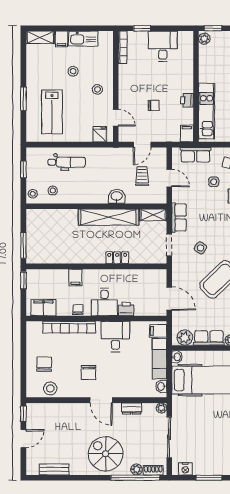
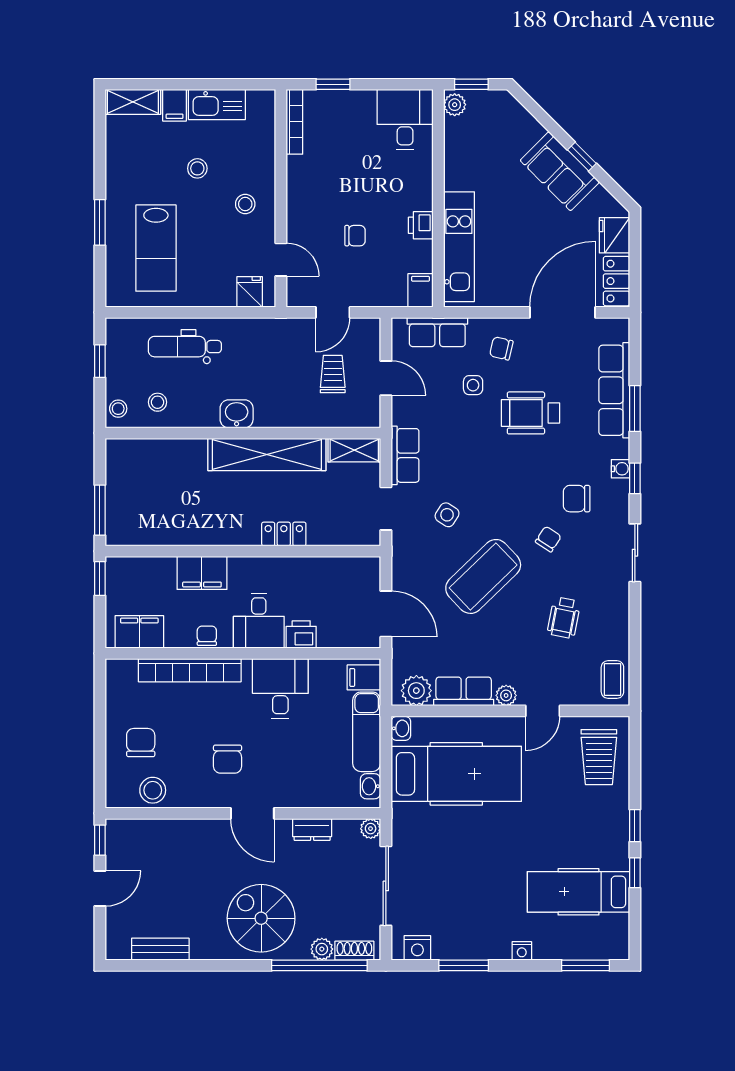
desk: (163, 46) -> (405, 120), moved
dental chair: (67, 162) -> (185, 347), turned 180
washbasin: (117, 196) -> (237, 414), moved
filing cabinet: (75, 278) -> (202, 573), width x2.00

